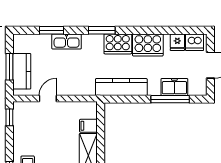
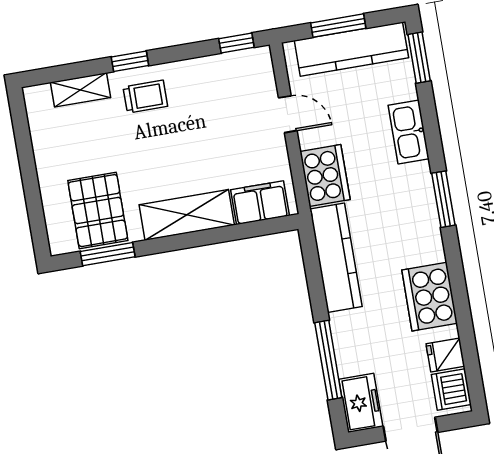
window: (51, 30) -> (419, 58), moved
cooker: (118, 44) -> (325, 175), moved, turned 180
kitchen counter: (22, 71) -> (351, 49), width x1.50
freezer: (174, 87) -> (361, 403), moved
filing cabinet: (88, 126) -> (260, 203), width x2.00

